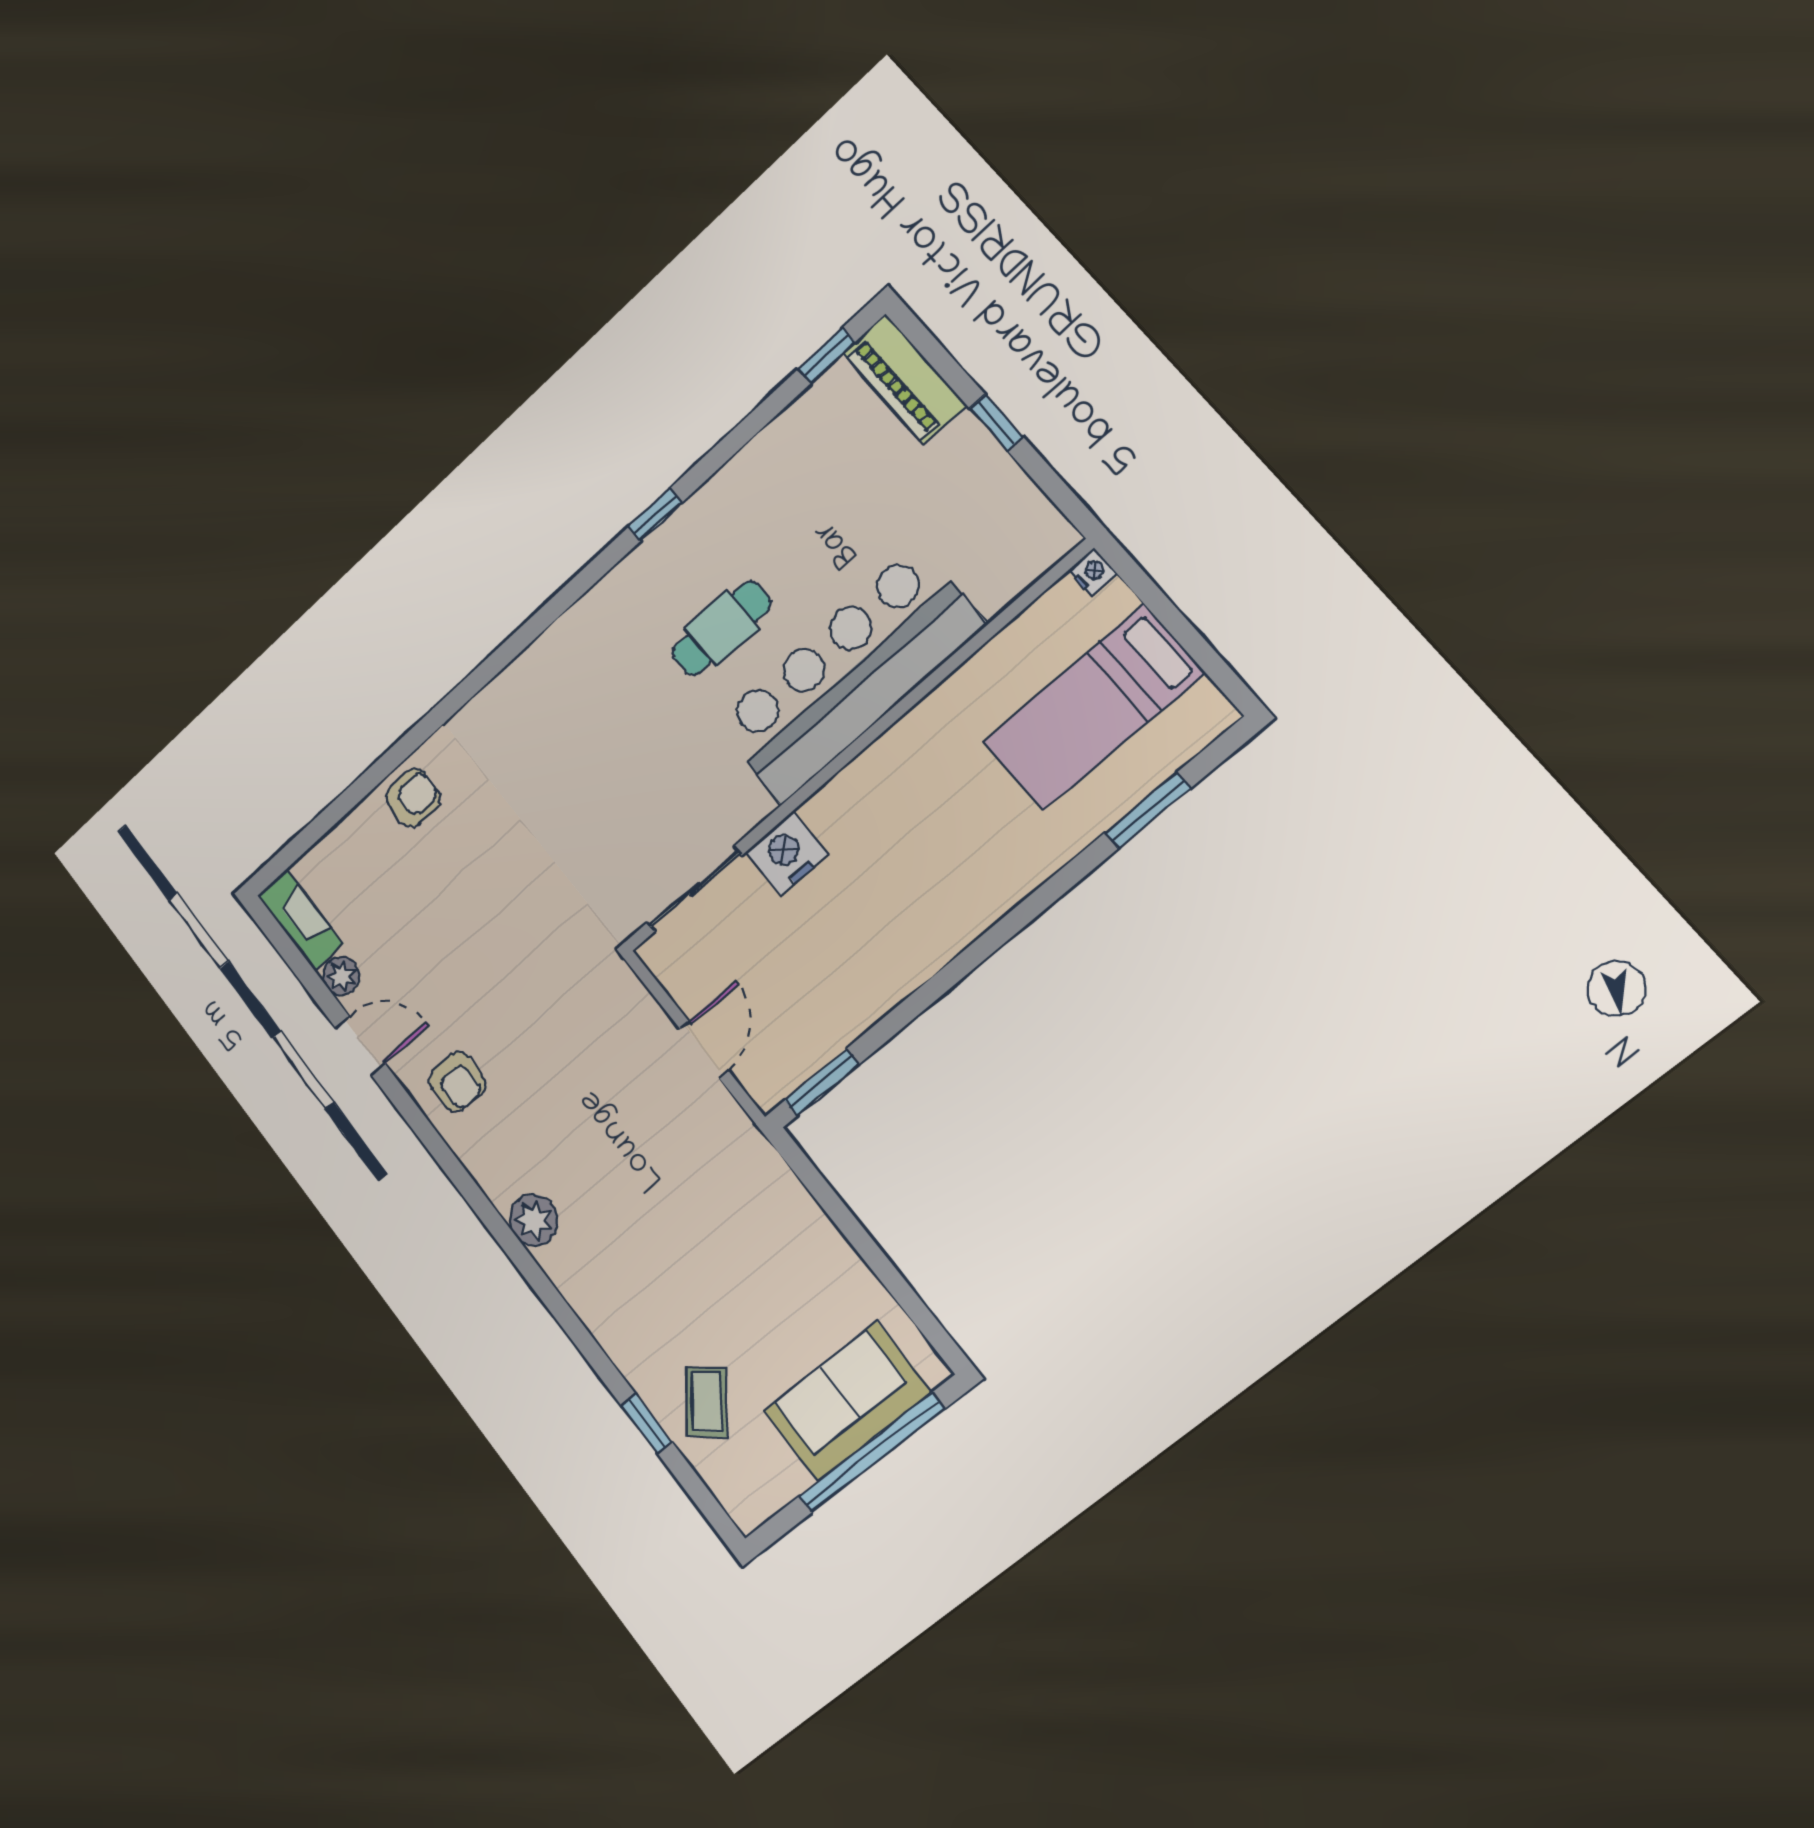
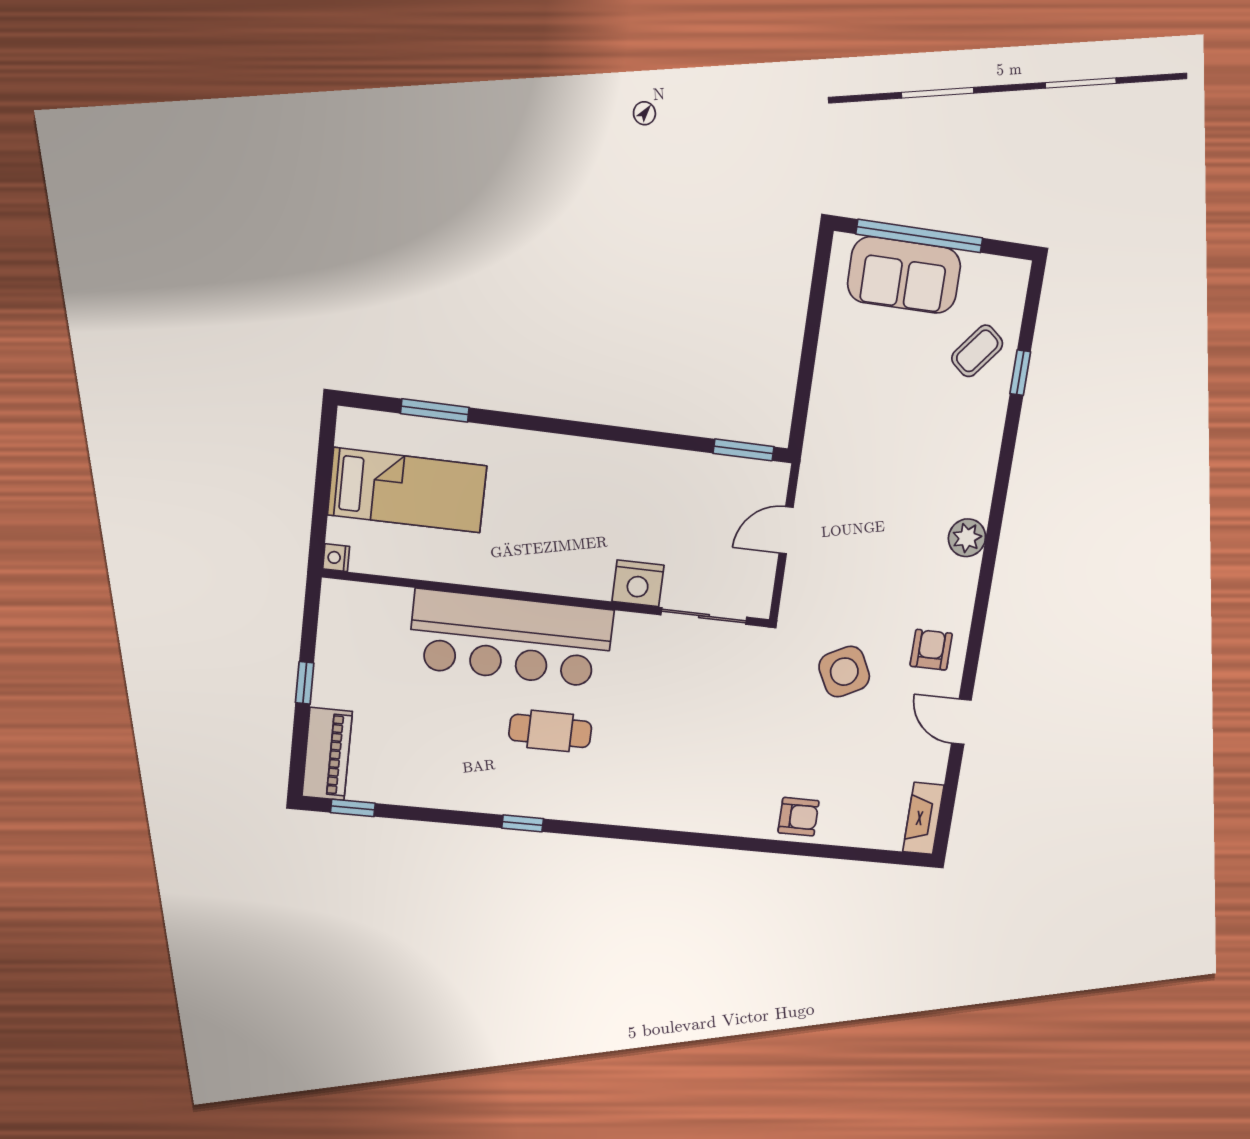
armchair: (413, 798) -> (798, 817), turned 180
plant: (341, 976) -> (933, 767), removed
side table: (513, 977) -> (844, 672), added

